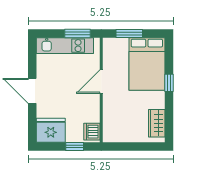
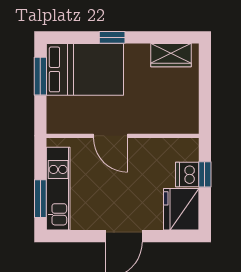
window: (77, 33) -> (40, 199), moved
window: (129, 33) -> (40, 76), moved
dishwasher: (92, 132) -> (187, 174), moved, turned 90

